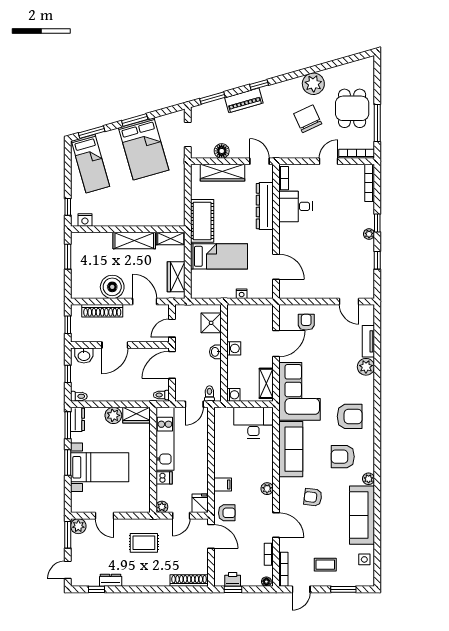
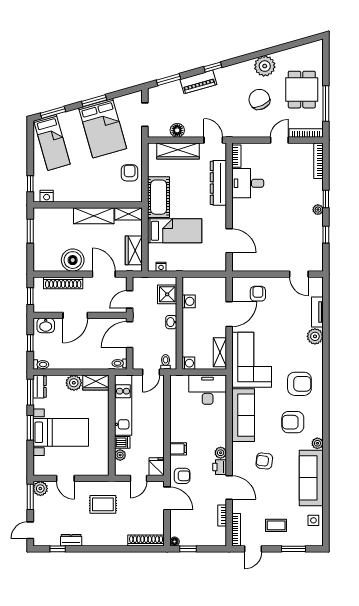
armchair: (172, 196) -> (130, 173), added
nightstand: (242, 294) -> (161, 267), moved
washing machine: (234, 348) -> (189, 301), moved
plant: (162, 507) -> (120, 455), moved
printer: (233, 579) -> (220, 467), moved, turned -90
floor lamp: (266, 582) -> (175, 542), moved

